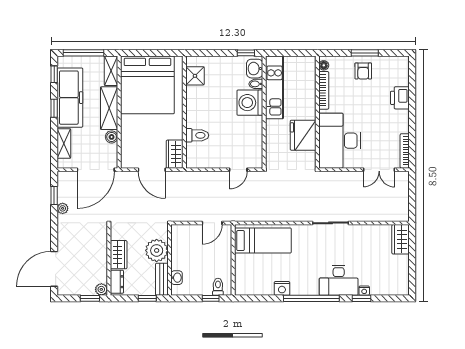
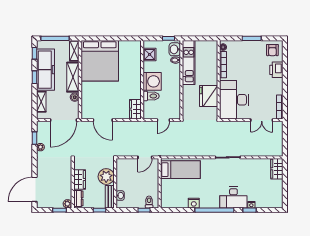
armchair: (363, 71) -> (272, 50), moved
shower: (195, 76) -> (150, 54), moved
washing machine: (250, 103) -> (152, 81), moved, turned 180
wall: (184, 112) -> (142, 80), moved
toilet: (197, 135) -> (151, 96), moved
wardrobe: (175, 154) -> (135, 109), moved

